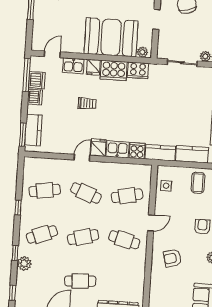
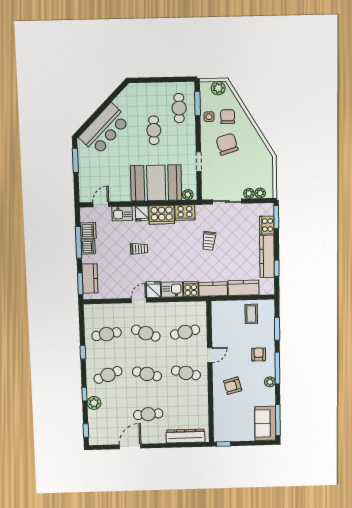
window: (27, 75) -> (79, 242), moved
trolley: (160, 102) -> (209, 241), added
side table: (166, 186) -> (221, 320), removed
cafe table: (83, 237) -> (147, 374), turned 30

